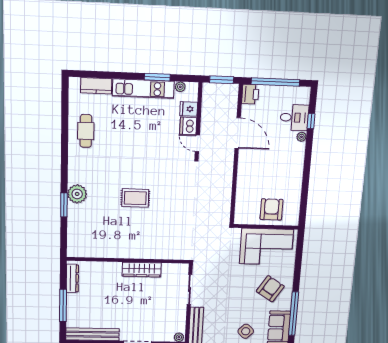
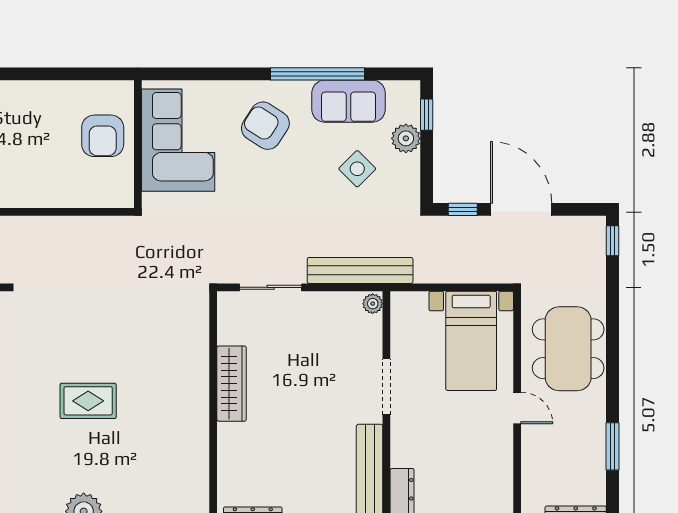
rug: (135, 198) -> (88, 401), turned 90
armchair: (272, 209) -> (103, 136), turned -90

